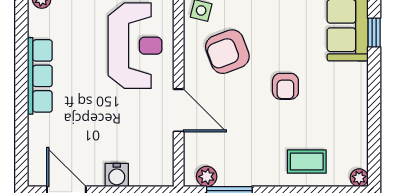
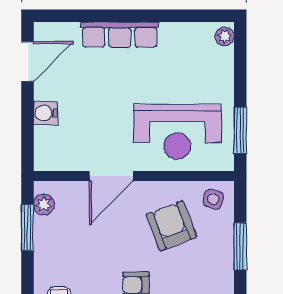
row of seats: (40, 76) -> (120, 35), moved

